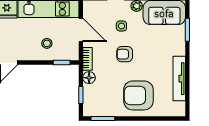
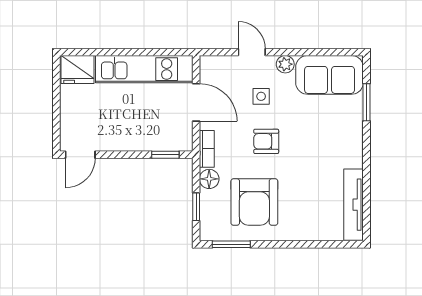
stool: (47, 43) -> (142, 124), removed
tv unit: (179, 79) -> (354, 205), moved
armchair: (138, 95) -> (254, 202), moved, turned -90

